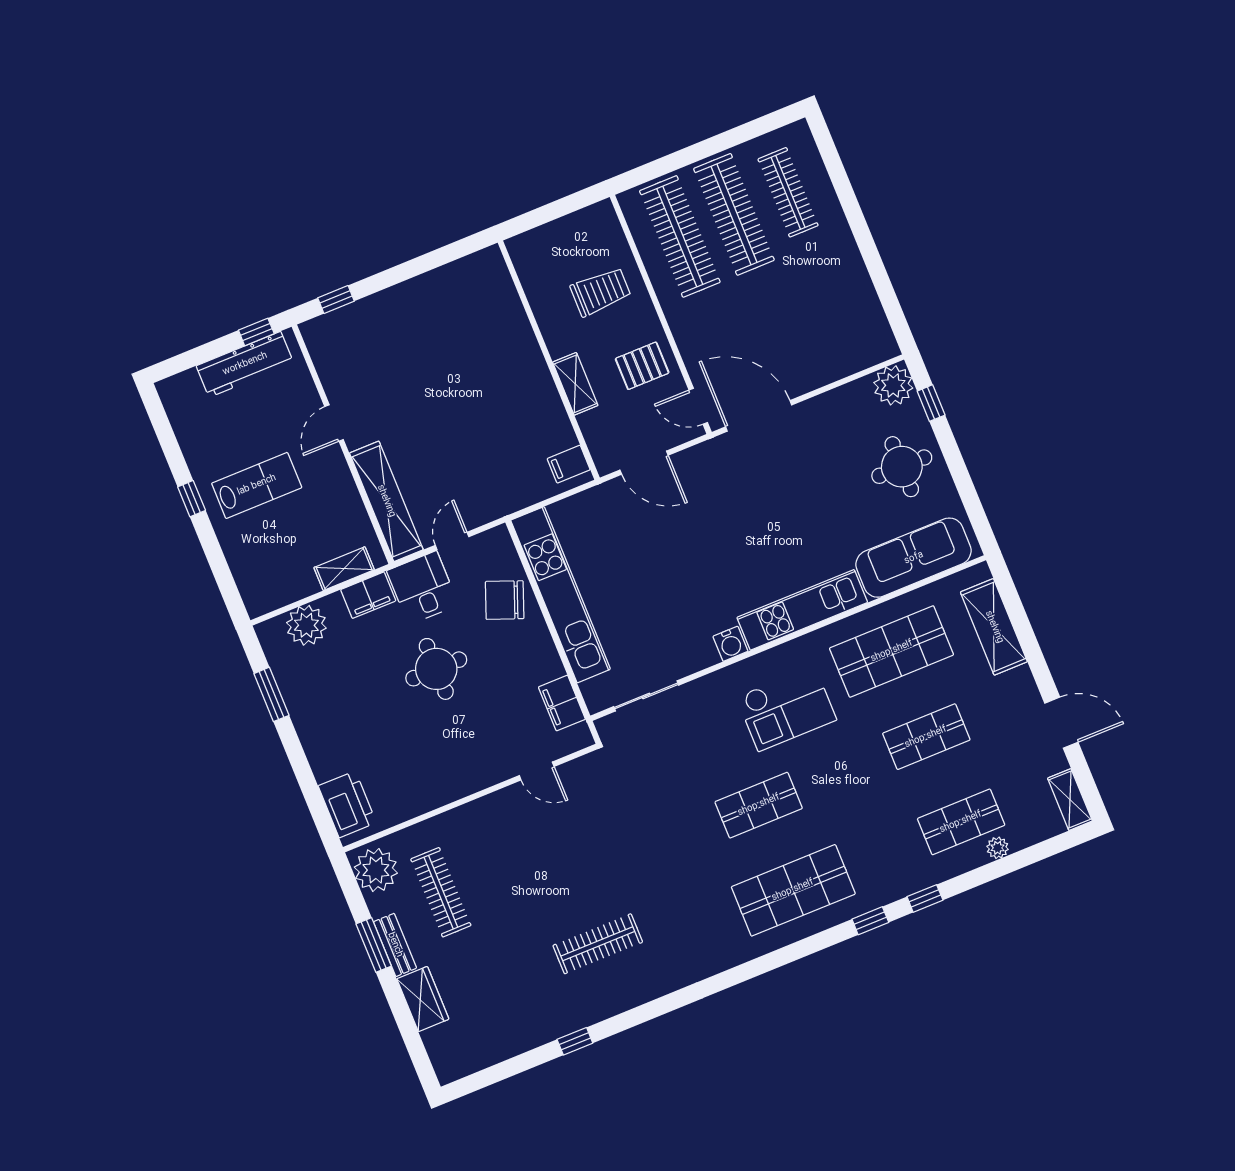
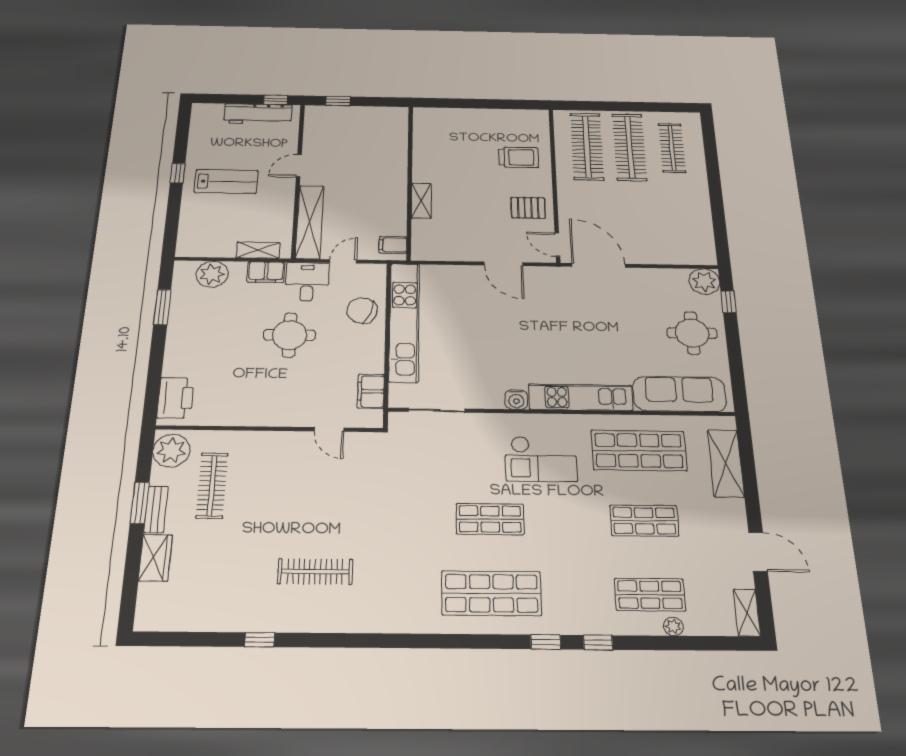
wall: (549, 360) -> (410, 181), moved
shelving: (575, 384) -> (421, 201), moved
filing cabinet: (569, 464) -> (393, 245), moved

